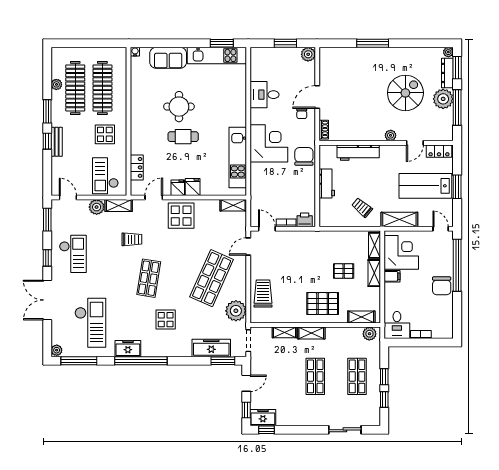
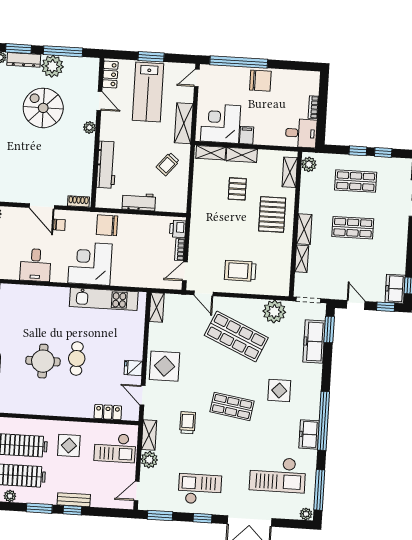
fridge: (193, 187) -> (133, 351), removed
trolley: (263, 293) -> (240, 271), moved
checkout: (90, 323) -> (278, 475), turned 180

